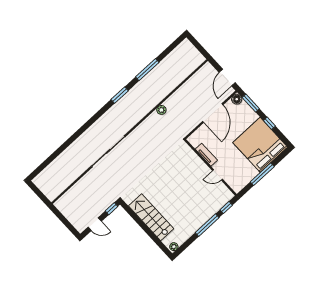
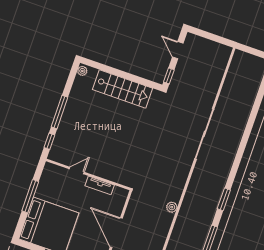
door: (95, 224) -> (178, 50), hinge flipped

